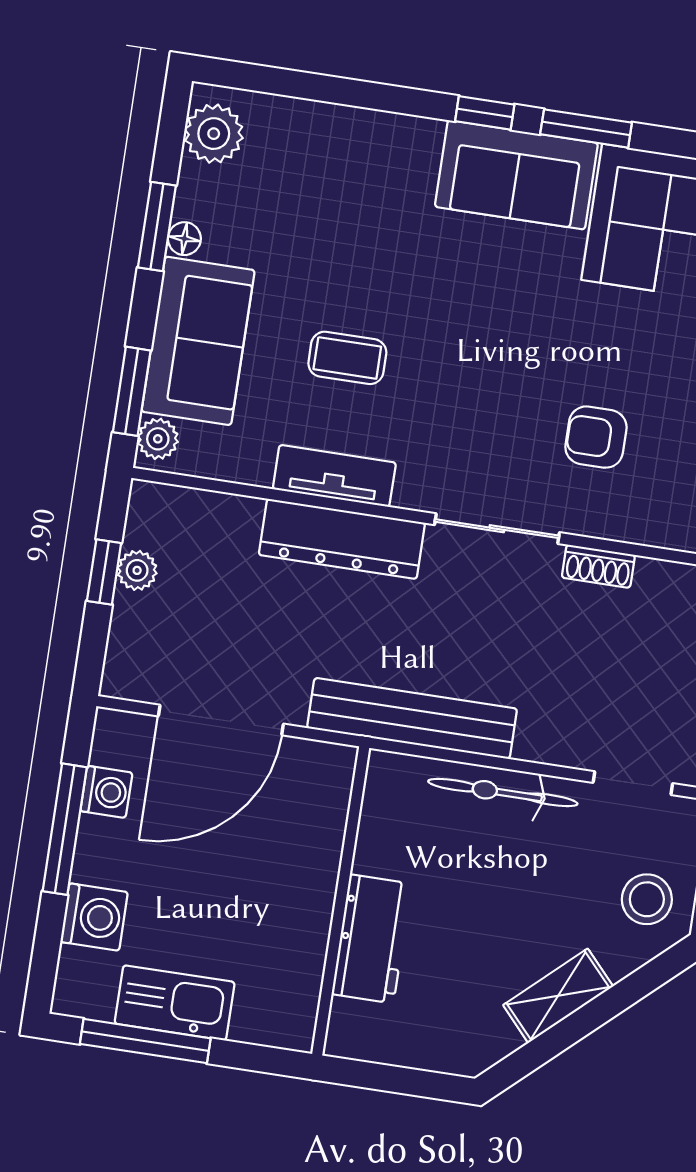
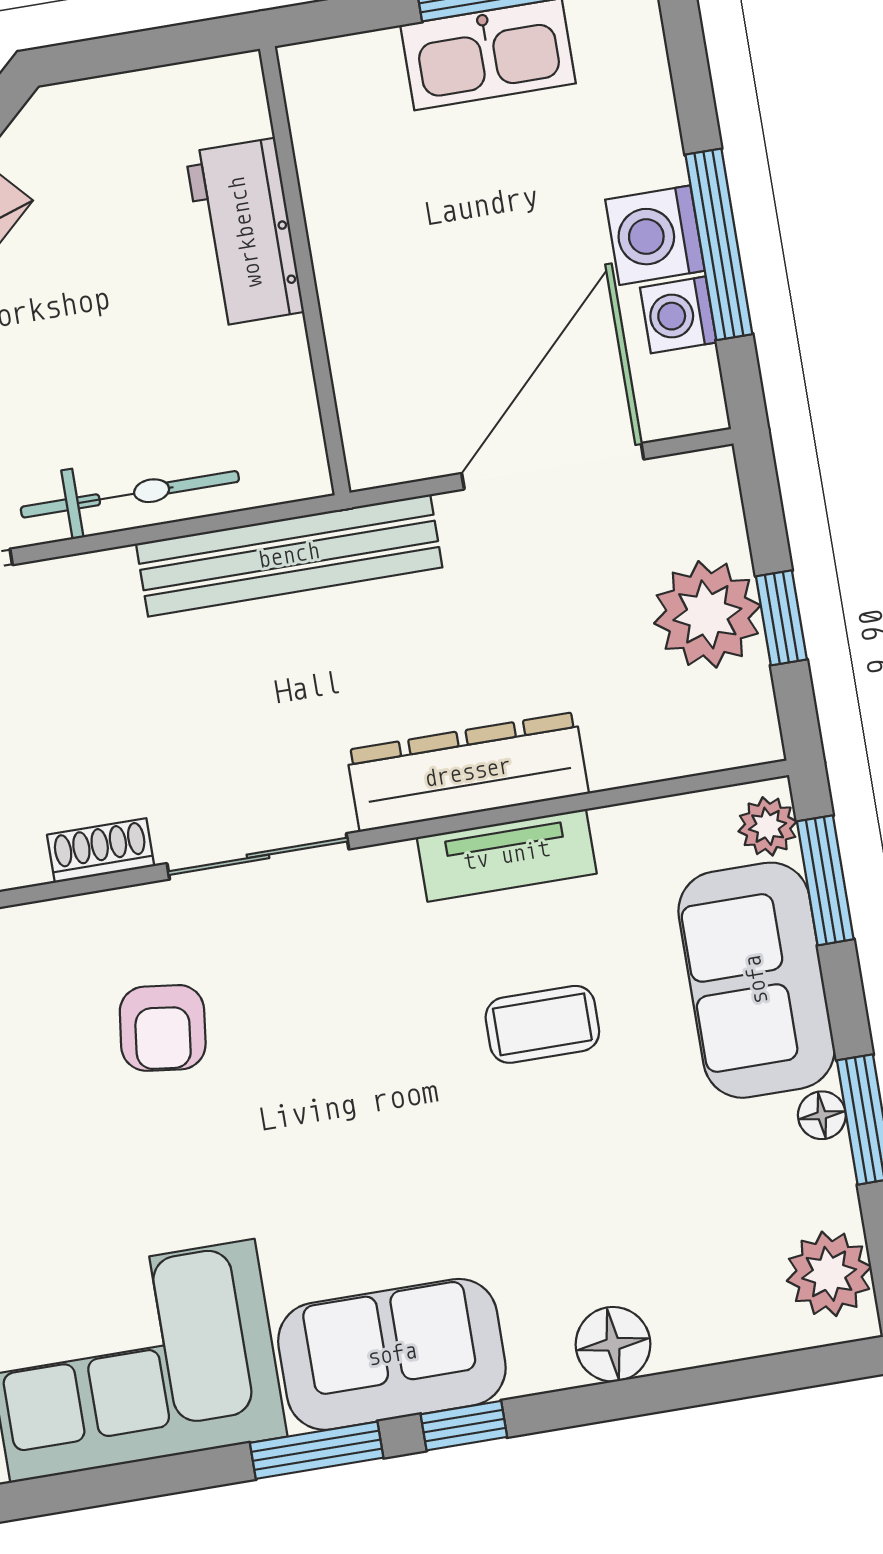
floor lamp: (370, 134) -> (613, 1344), added
armchair: (596, 437) -> (163, 1028), turned 97
plant: (137, 570) -> (707, 614), width x1.87, depth x1.87
washing machine: (94, 917) -> (655, 235), moved

